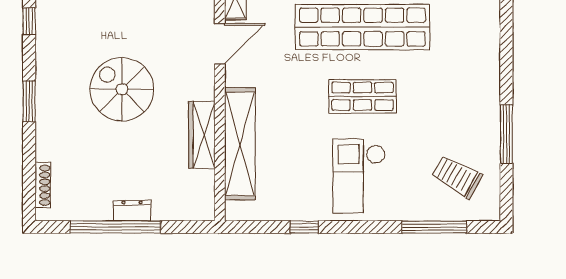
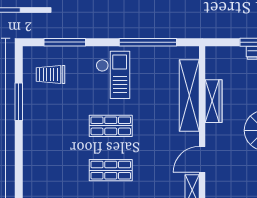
shop shelf: (362, 27) -> (111, 170), width x0.50, depth x0.74
trolley: (457, 177) -> (50, 74), turned 151
window: (304, 227) -> (148, 42), width x3.17

